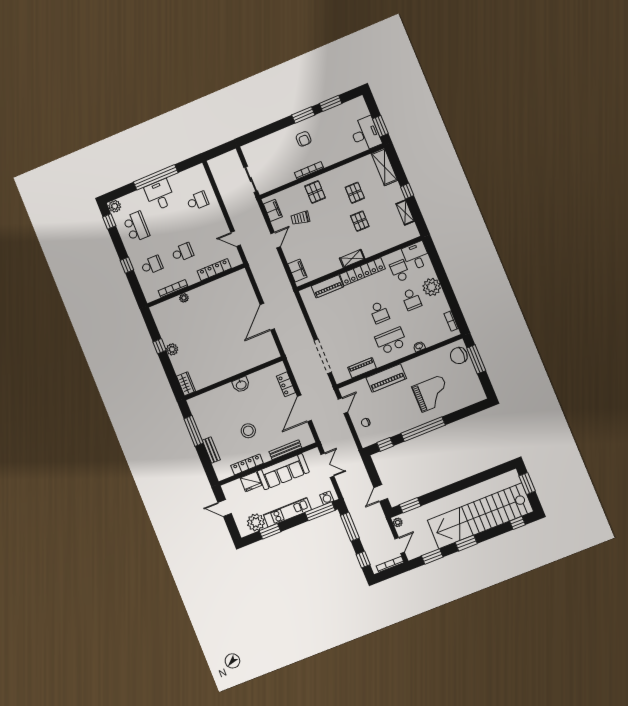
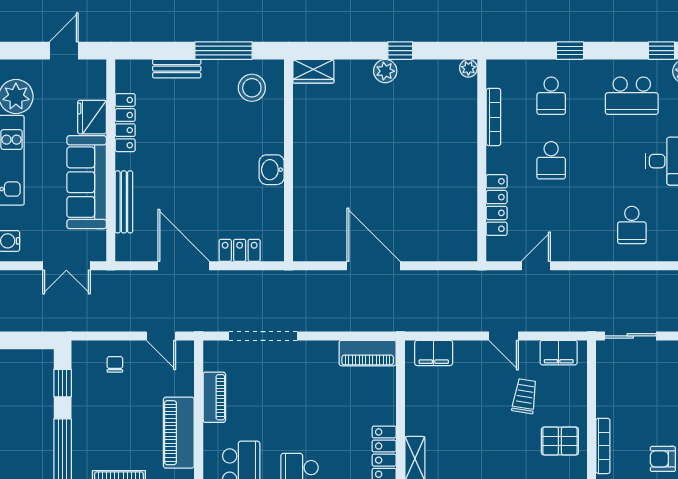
piano: (327, 286) -> (368, 353), moved, turned -90
plant: (184, 298) -> (468, 68), moved
stool: (248, 431) -> (252, 88), moved

